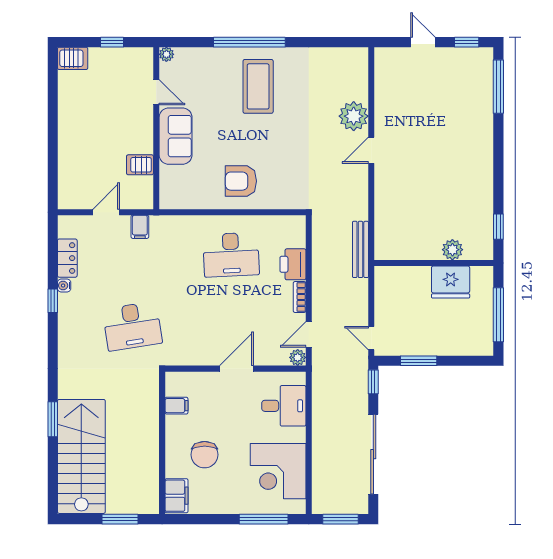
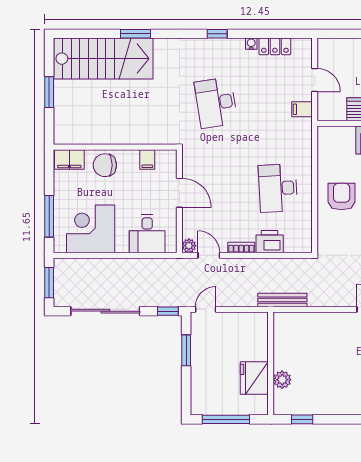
window: (53, 301) -> (217, 34), moved
filing cabinet: (176, 406) -> (147, 159), moved
wall: (162, 443) -> (115, 147), moved
filing cabinet: (177, 496) -> (69, 160), moved

